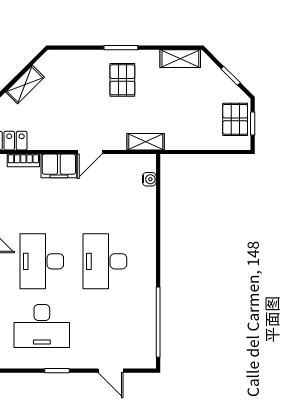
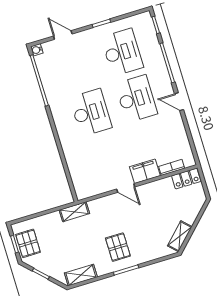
shelving: (25, 85) -> (180, 236), moved
shelving: (146, 142) -> (74, 212), moved
door: (90, 152) -> (126, 188), swing flipped
water cooler: (149, 179) -> (37, 50), moved
desk: (42, 326) -> (122, 52), turned 90

